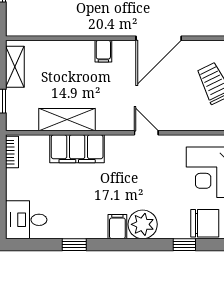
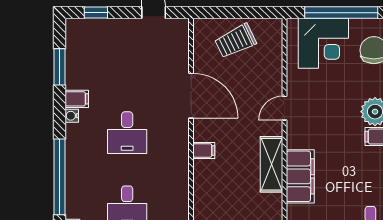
shelving: (67, 120) -> (271, 164), moved

